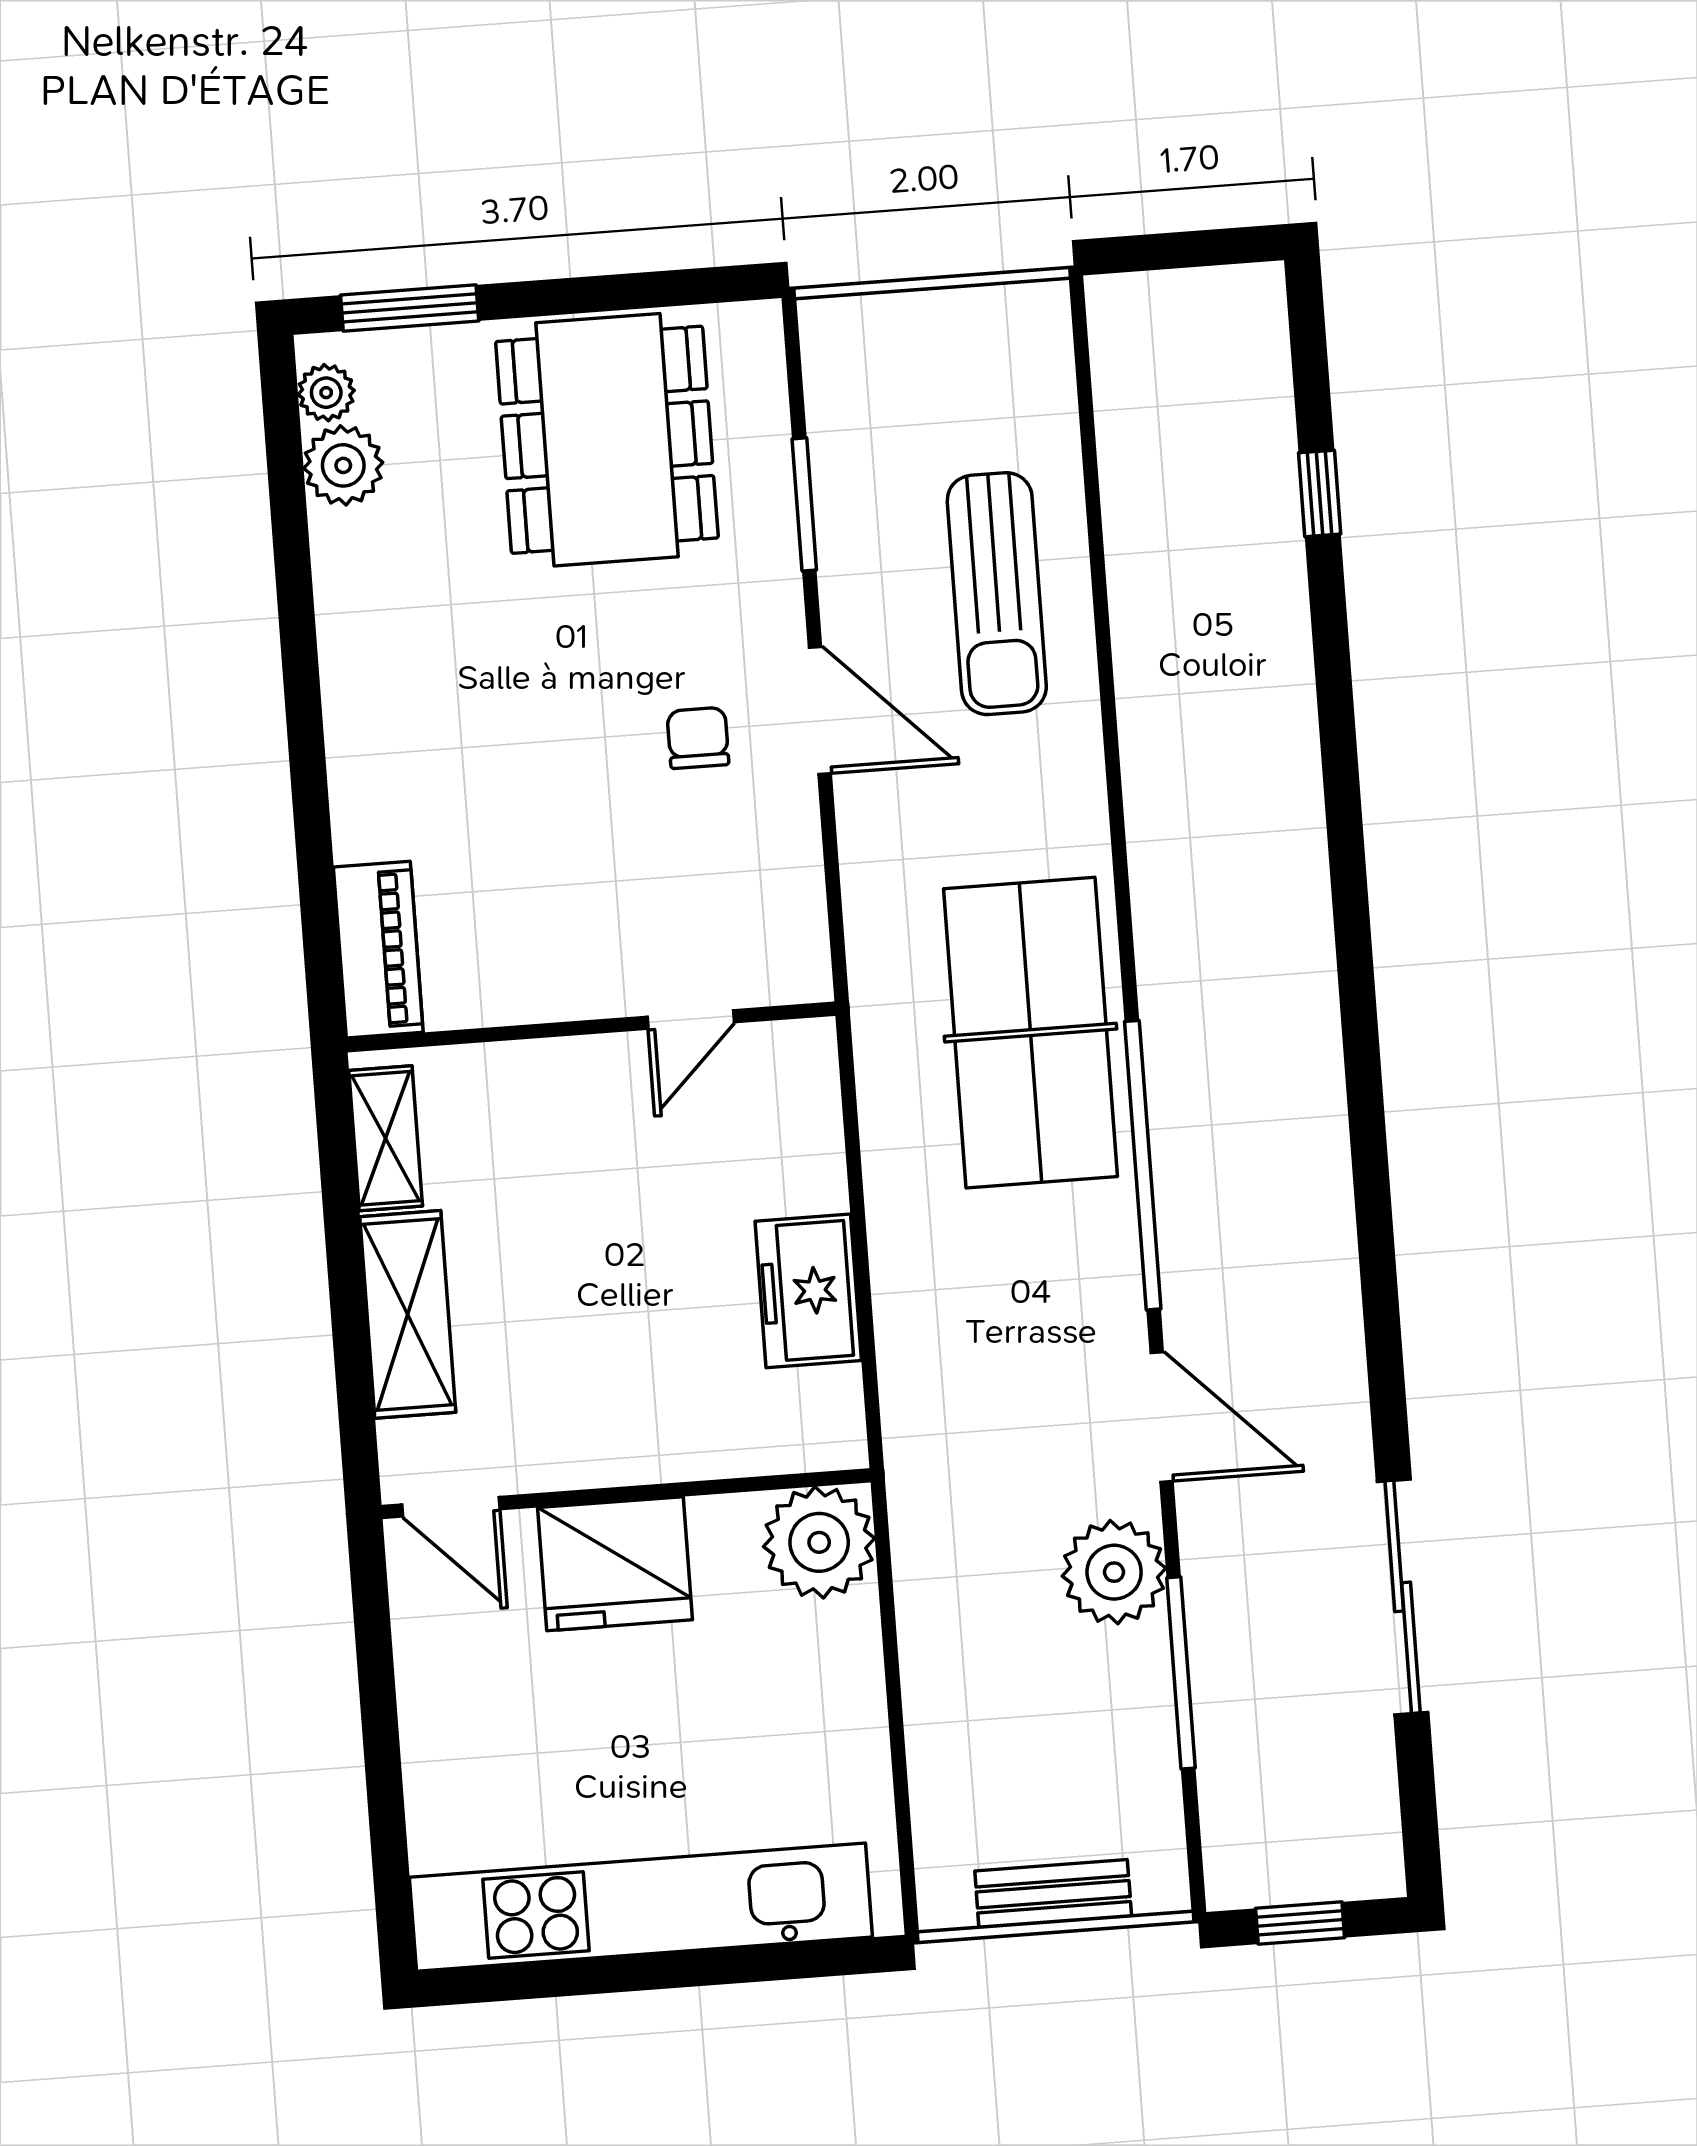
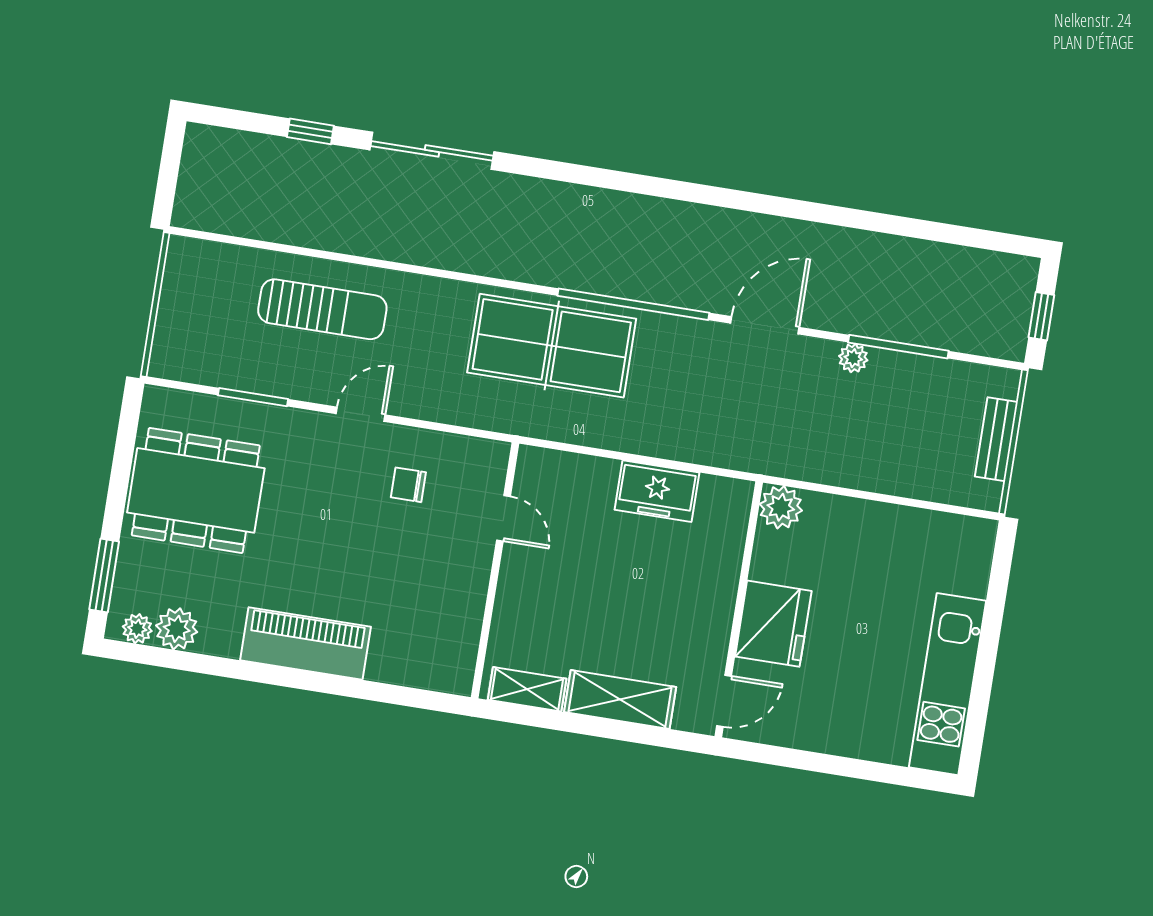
door: (820, 710) -> (361, 414), width x0.73
chair: (698, 738) -> (408, 485), moved
piano: (378, 950) -> (306, 643), moved, width x1.37, depth x1.33
plant: (819, 1542) -> (781, 507), width x0.73, depth x0.73
plant: (1114, 1572) -> (853, 358), width x0.53, depth x0.53
sliding door: (1403, 1597) -> (432, 151), moved
kitchen unit: (641, 1907) -> (948, 684), width x0.73

